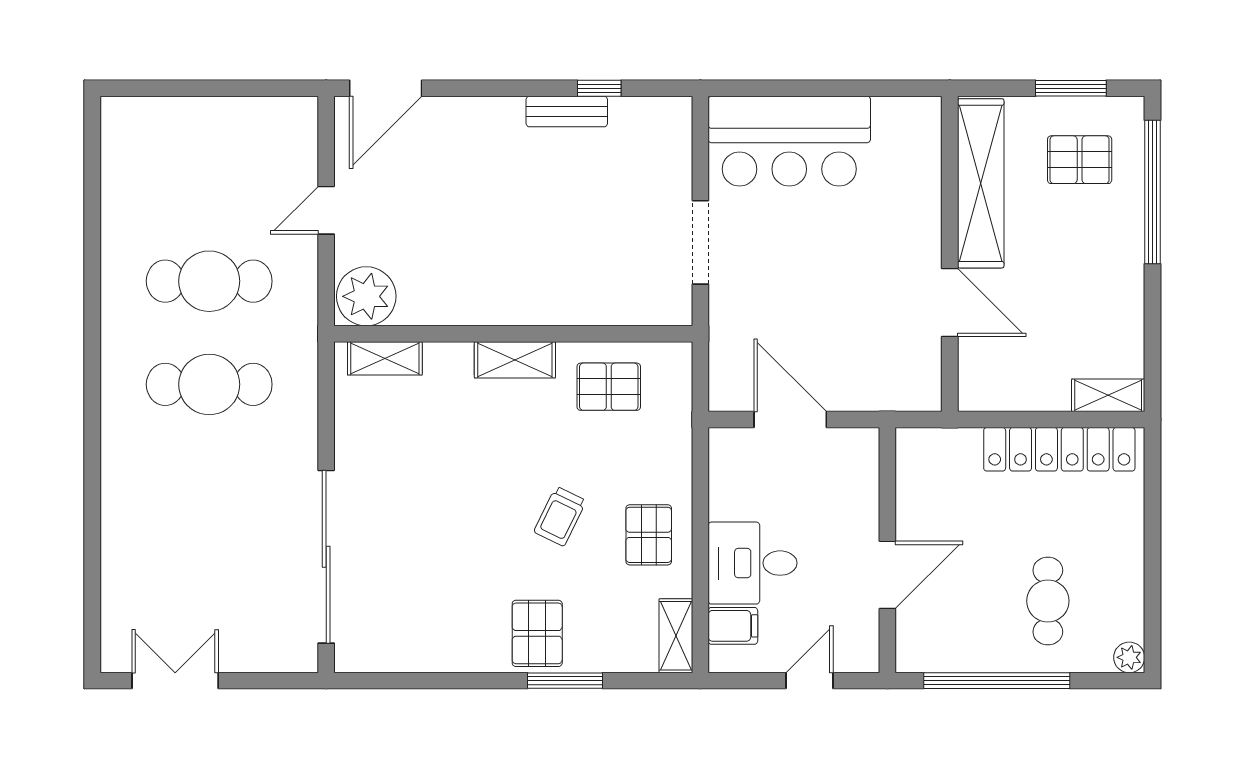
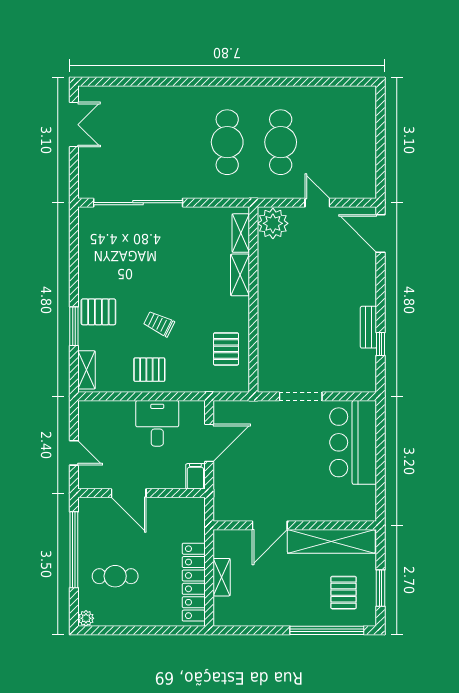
shelving: (515, 360) -> (240, 275), moved
shelving: (1108, 395) -> (222, 577), moved
desk: (752, 563) -> (157, 423), moved
filing cabinet: (733, 626) -> (195, 476), moved, turned 180
shelving: (676, 636) -> (87, 370), moved, turned 90

